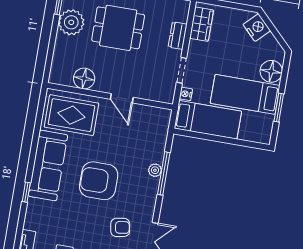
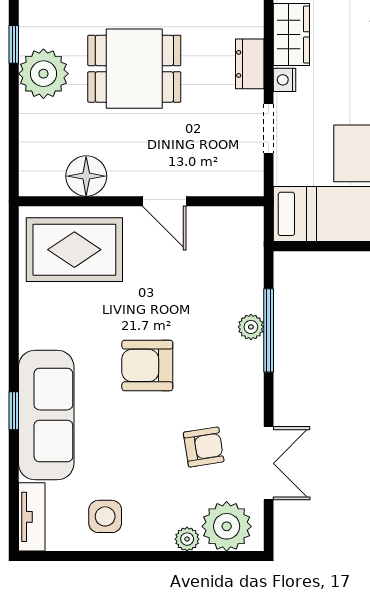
nightstand: (186, 94) -> (285, 80), moved
sofa: (48, 166) -> (46, 415), moved
armchair: (99, 181) -> (147, 365), width x0.73, depth x0.73

